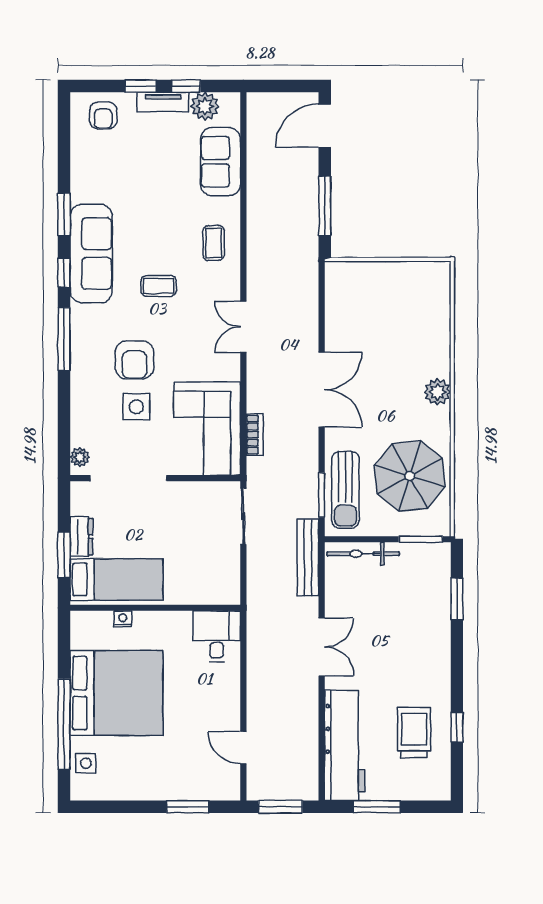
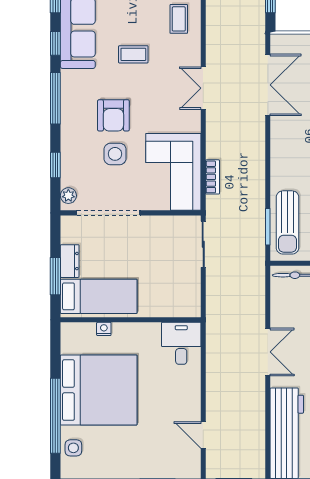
double door: (322, 390) -> (268, 85), moved
window: (64, 420) -> (55, 165), added
bench: (308, 558) -> (257, 278), removed

